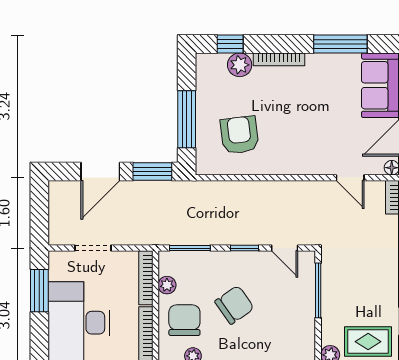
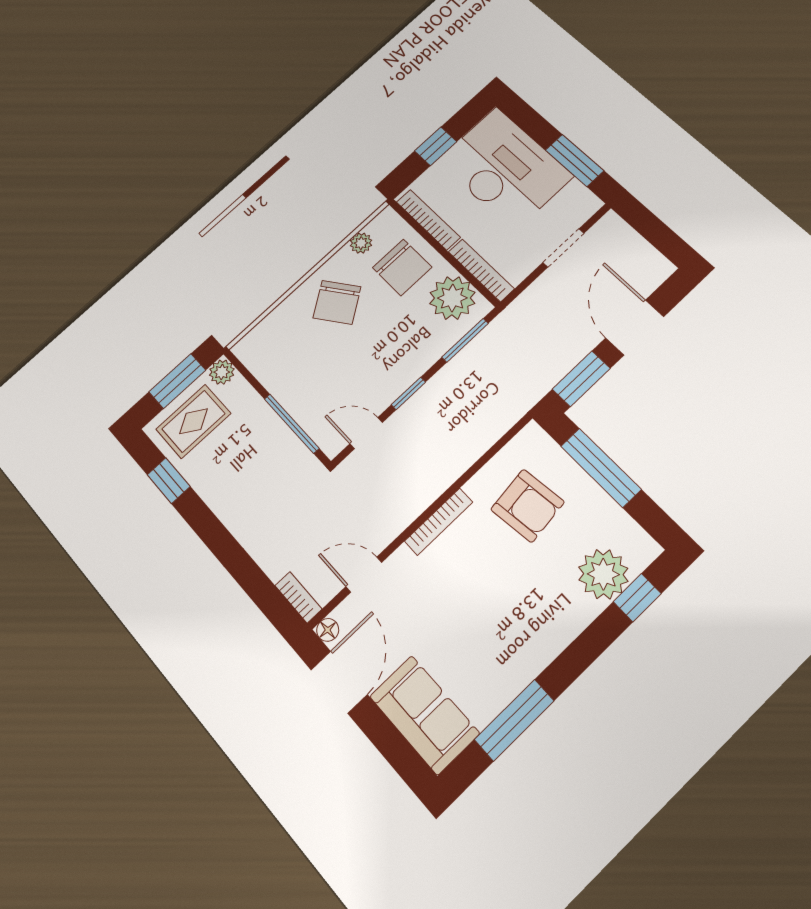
bookcase: (279, 59) -> (439, 522), moved, turned 180
plant: (240, 65) -> (603, 574), width x1.36, depth x1.36
plant: (167, 285) -> (452, 298), width x1.87, depth x1.87
chair: (234, 305) -> (337, 302), moved

